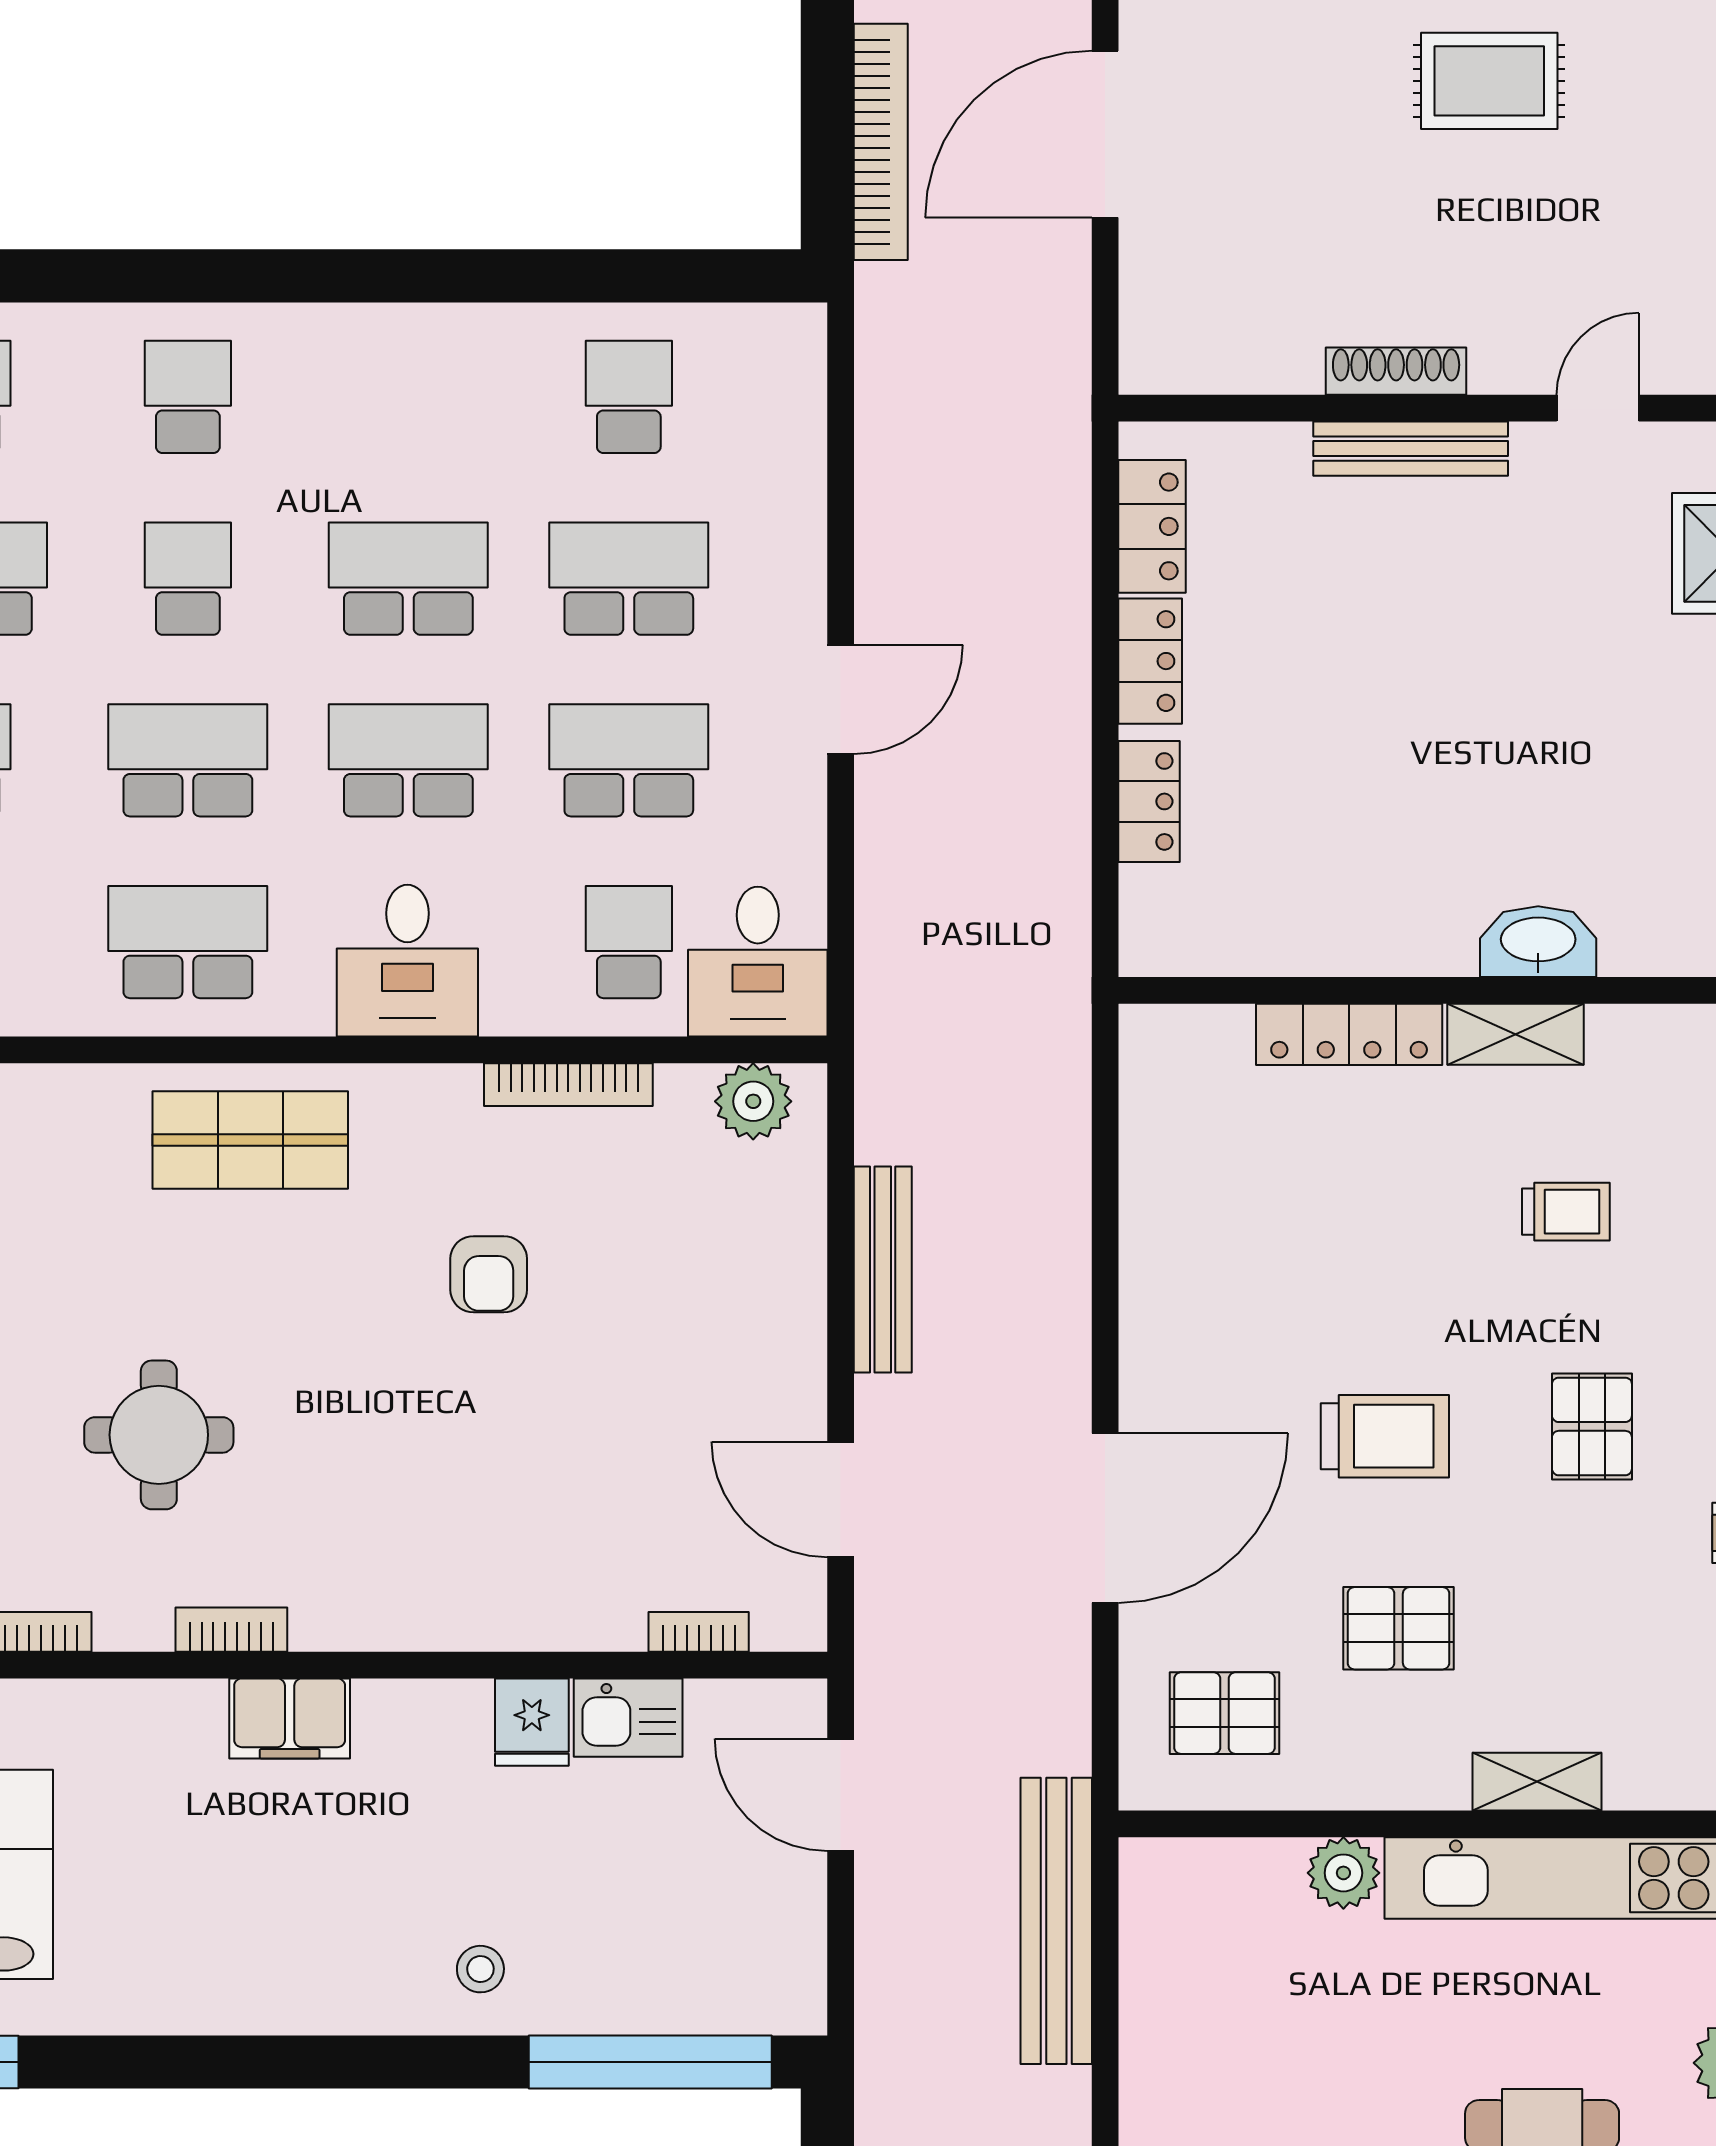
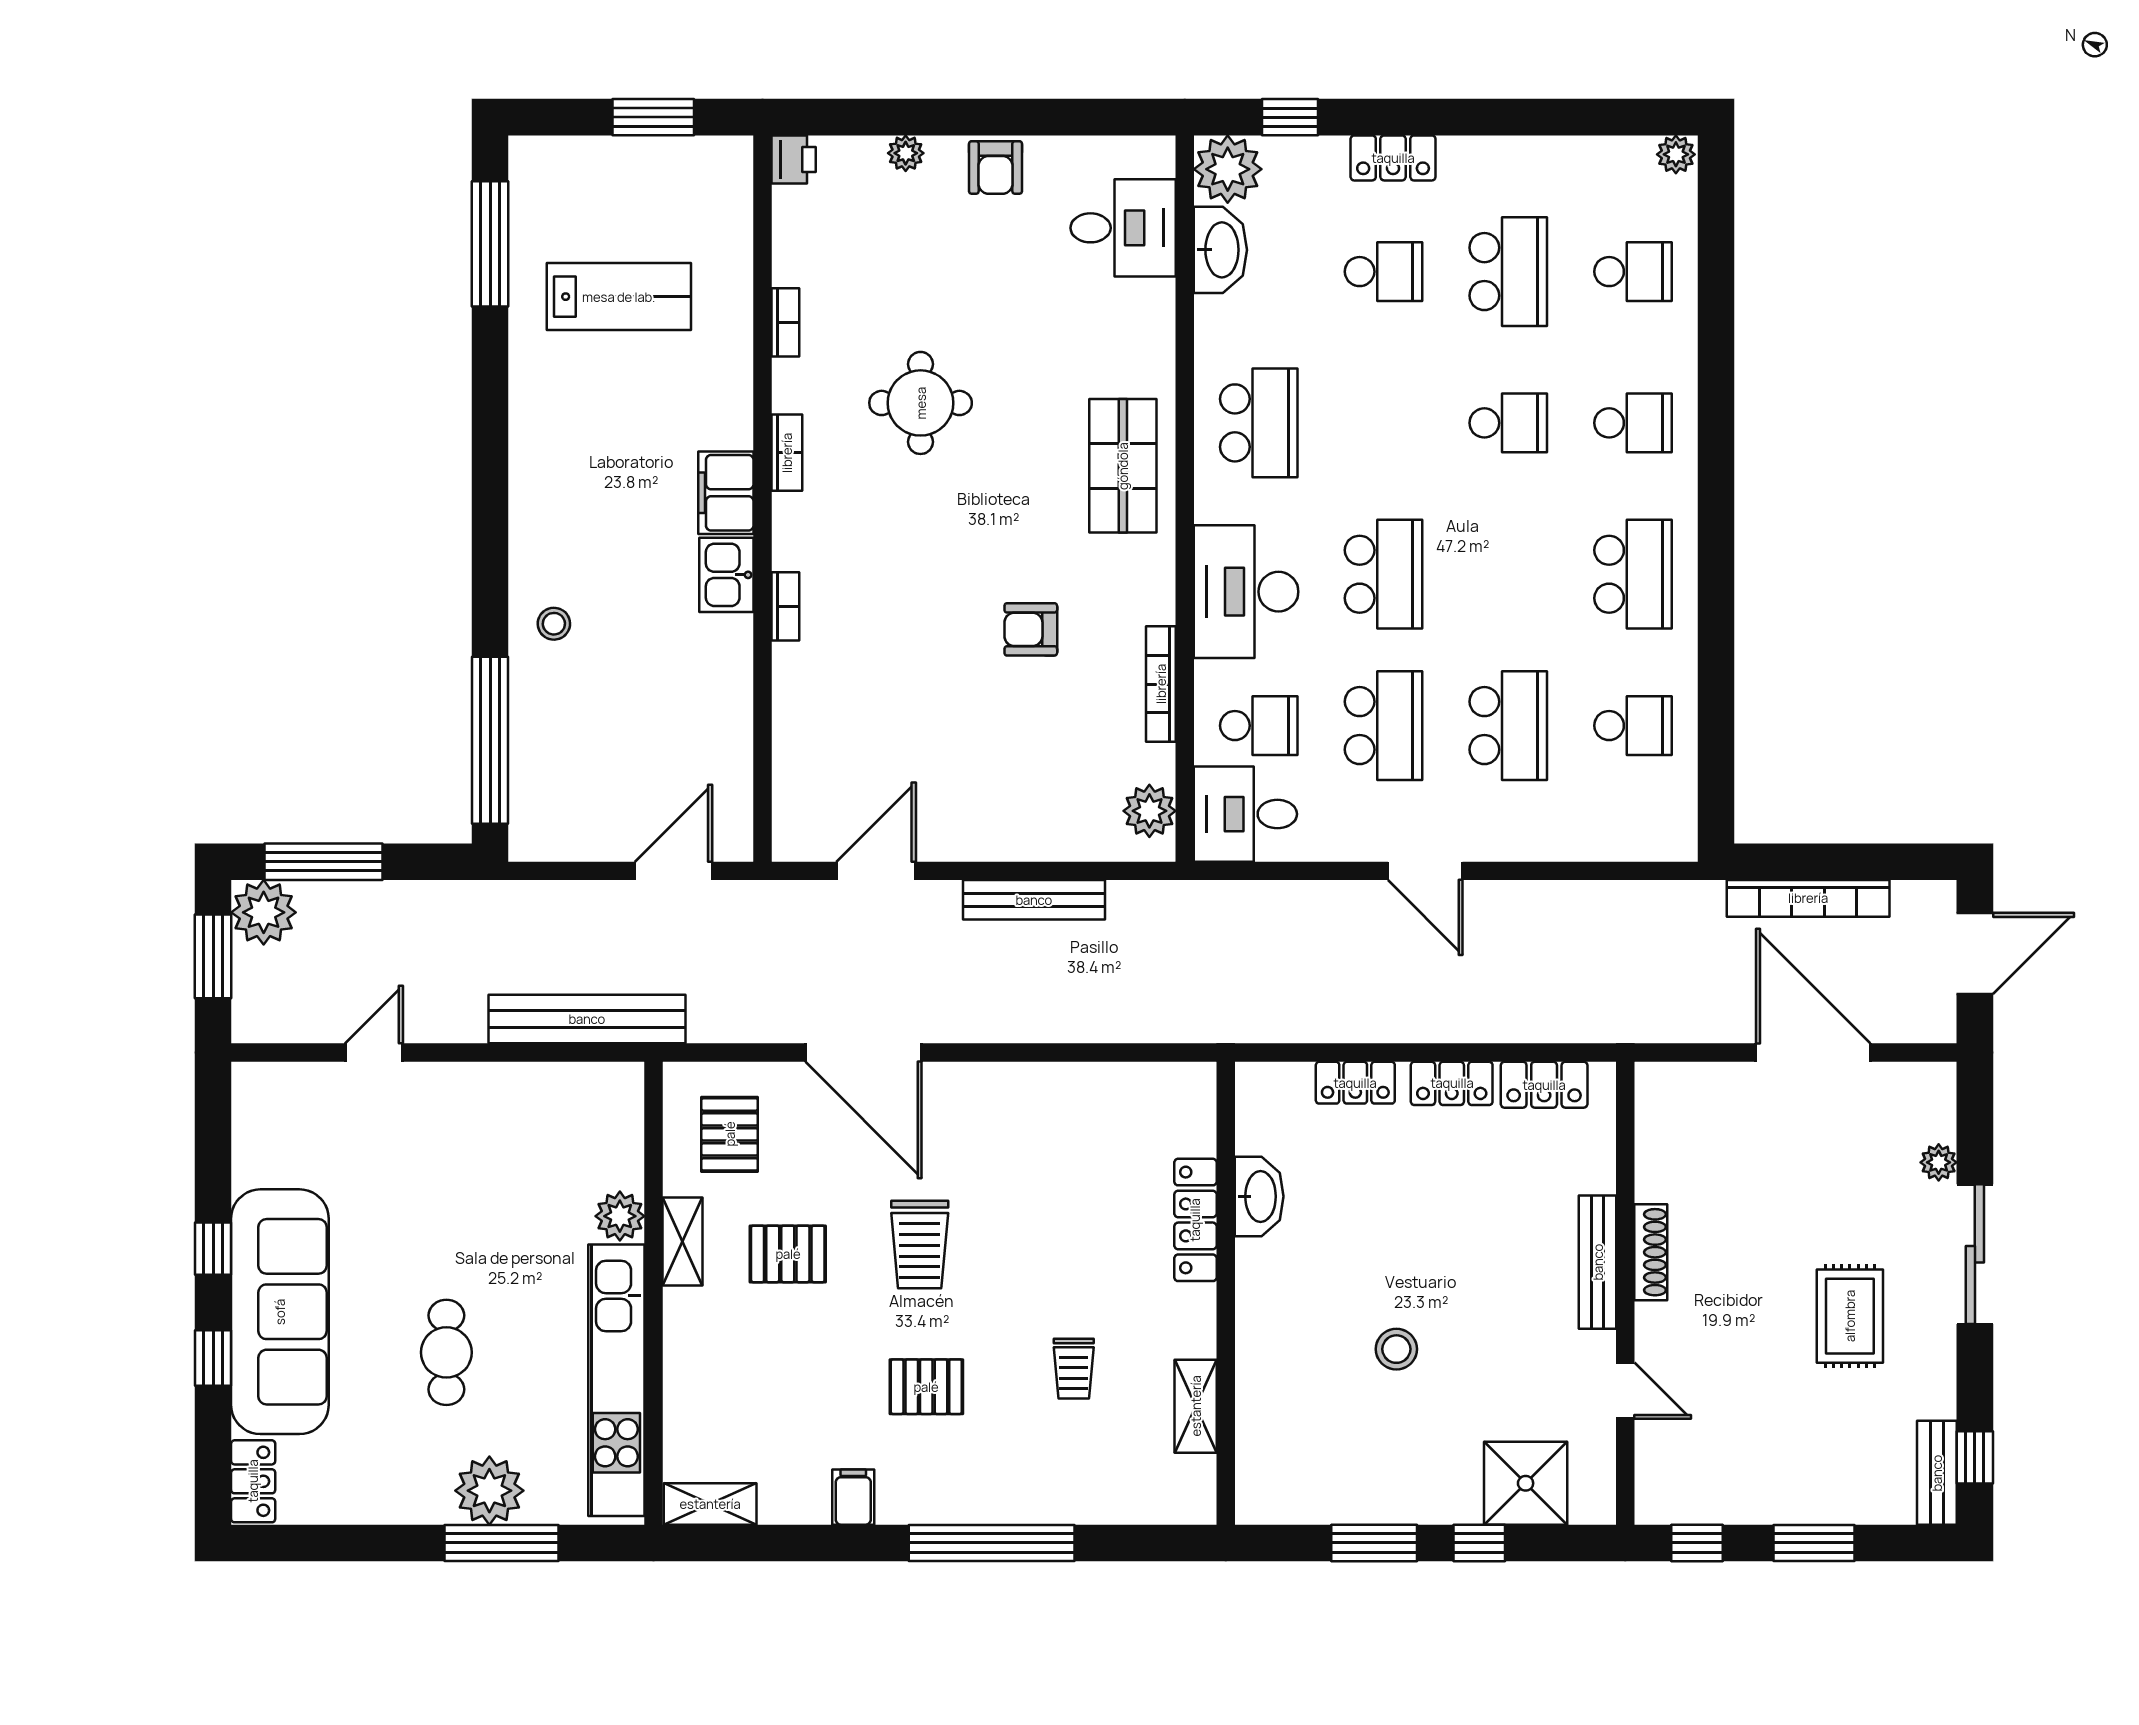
school desk: (408, 579) -> (1633, 574), moved
stool: (1537, 742) -> (1396, 1349), added
school desk: (188, 760) -> (1384, 423), removed
washbasin: (1538, 942) -> (1259, 1196), moved
desk: (407, 961) -> (1246, 592), width x1.37
shelving: (1515, 1034) -> (1196, 1406), moved
pallet: (1399, 1628) -> (788, 1254), turned 90
bookcase: (699, 1632) -> (785, 606), moved
kitchen sink: (628, 1718) -> (726, 575), moved
fridge: (532, 1722) -> (723, 659), removed
shelving: (1537, 1782) -> (682, 1242), moved

